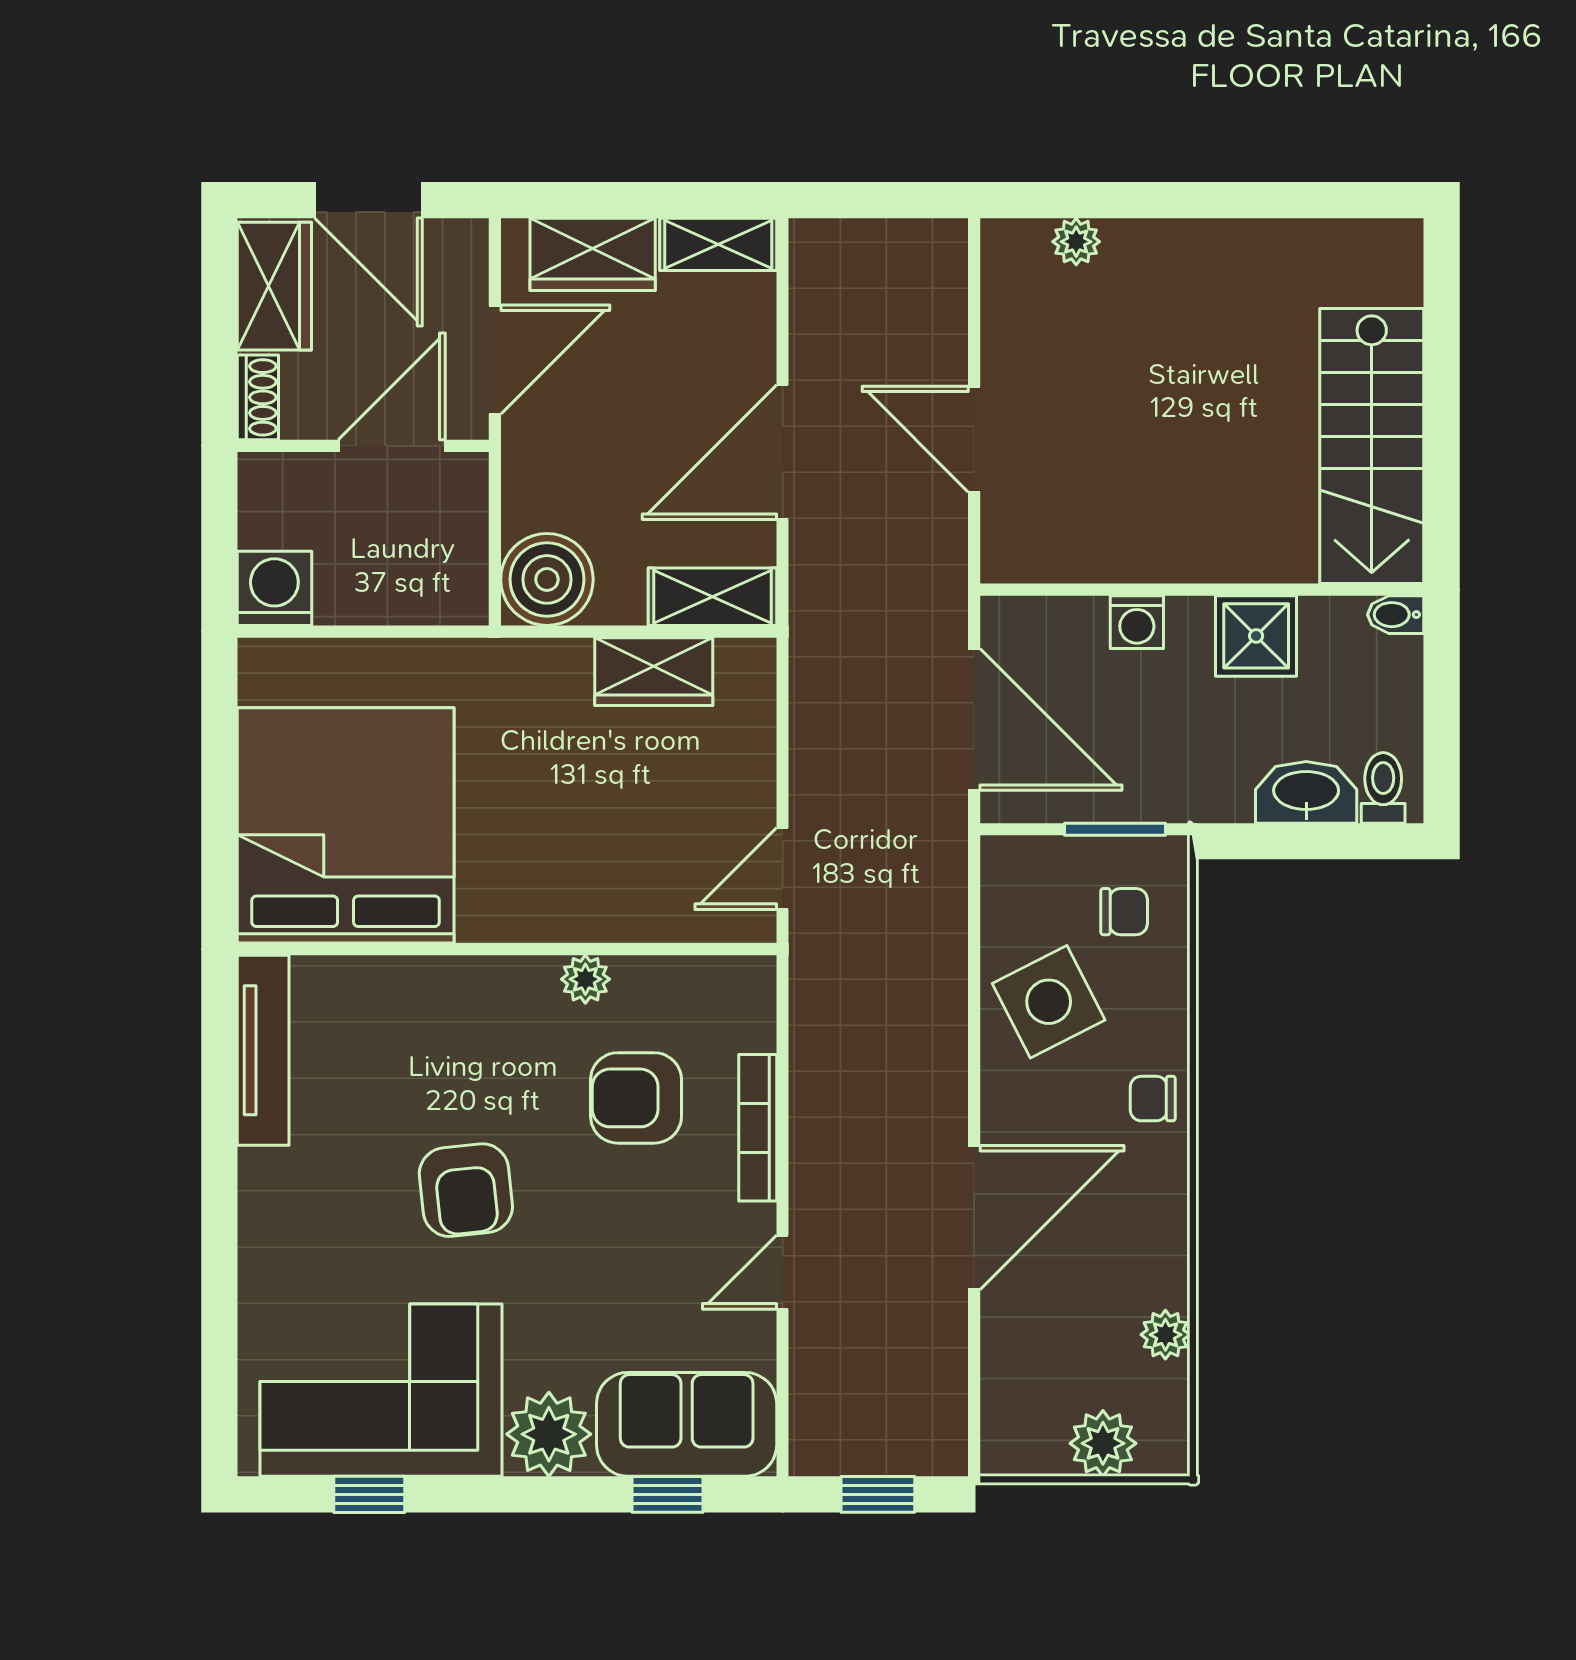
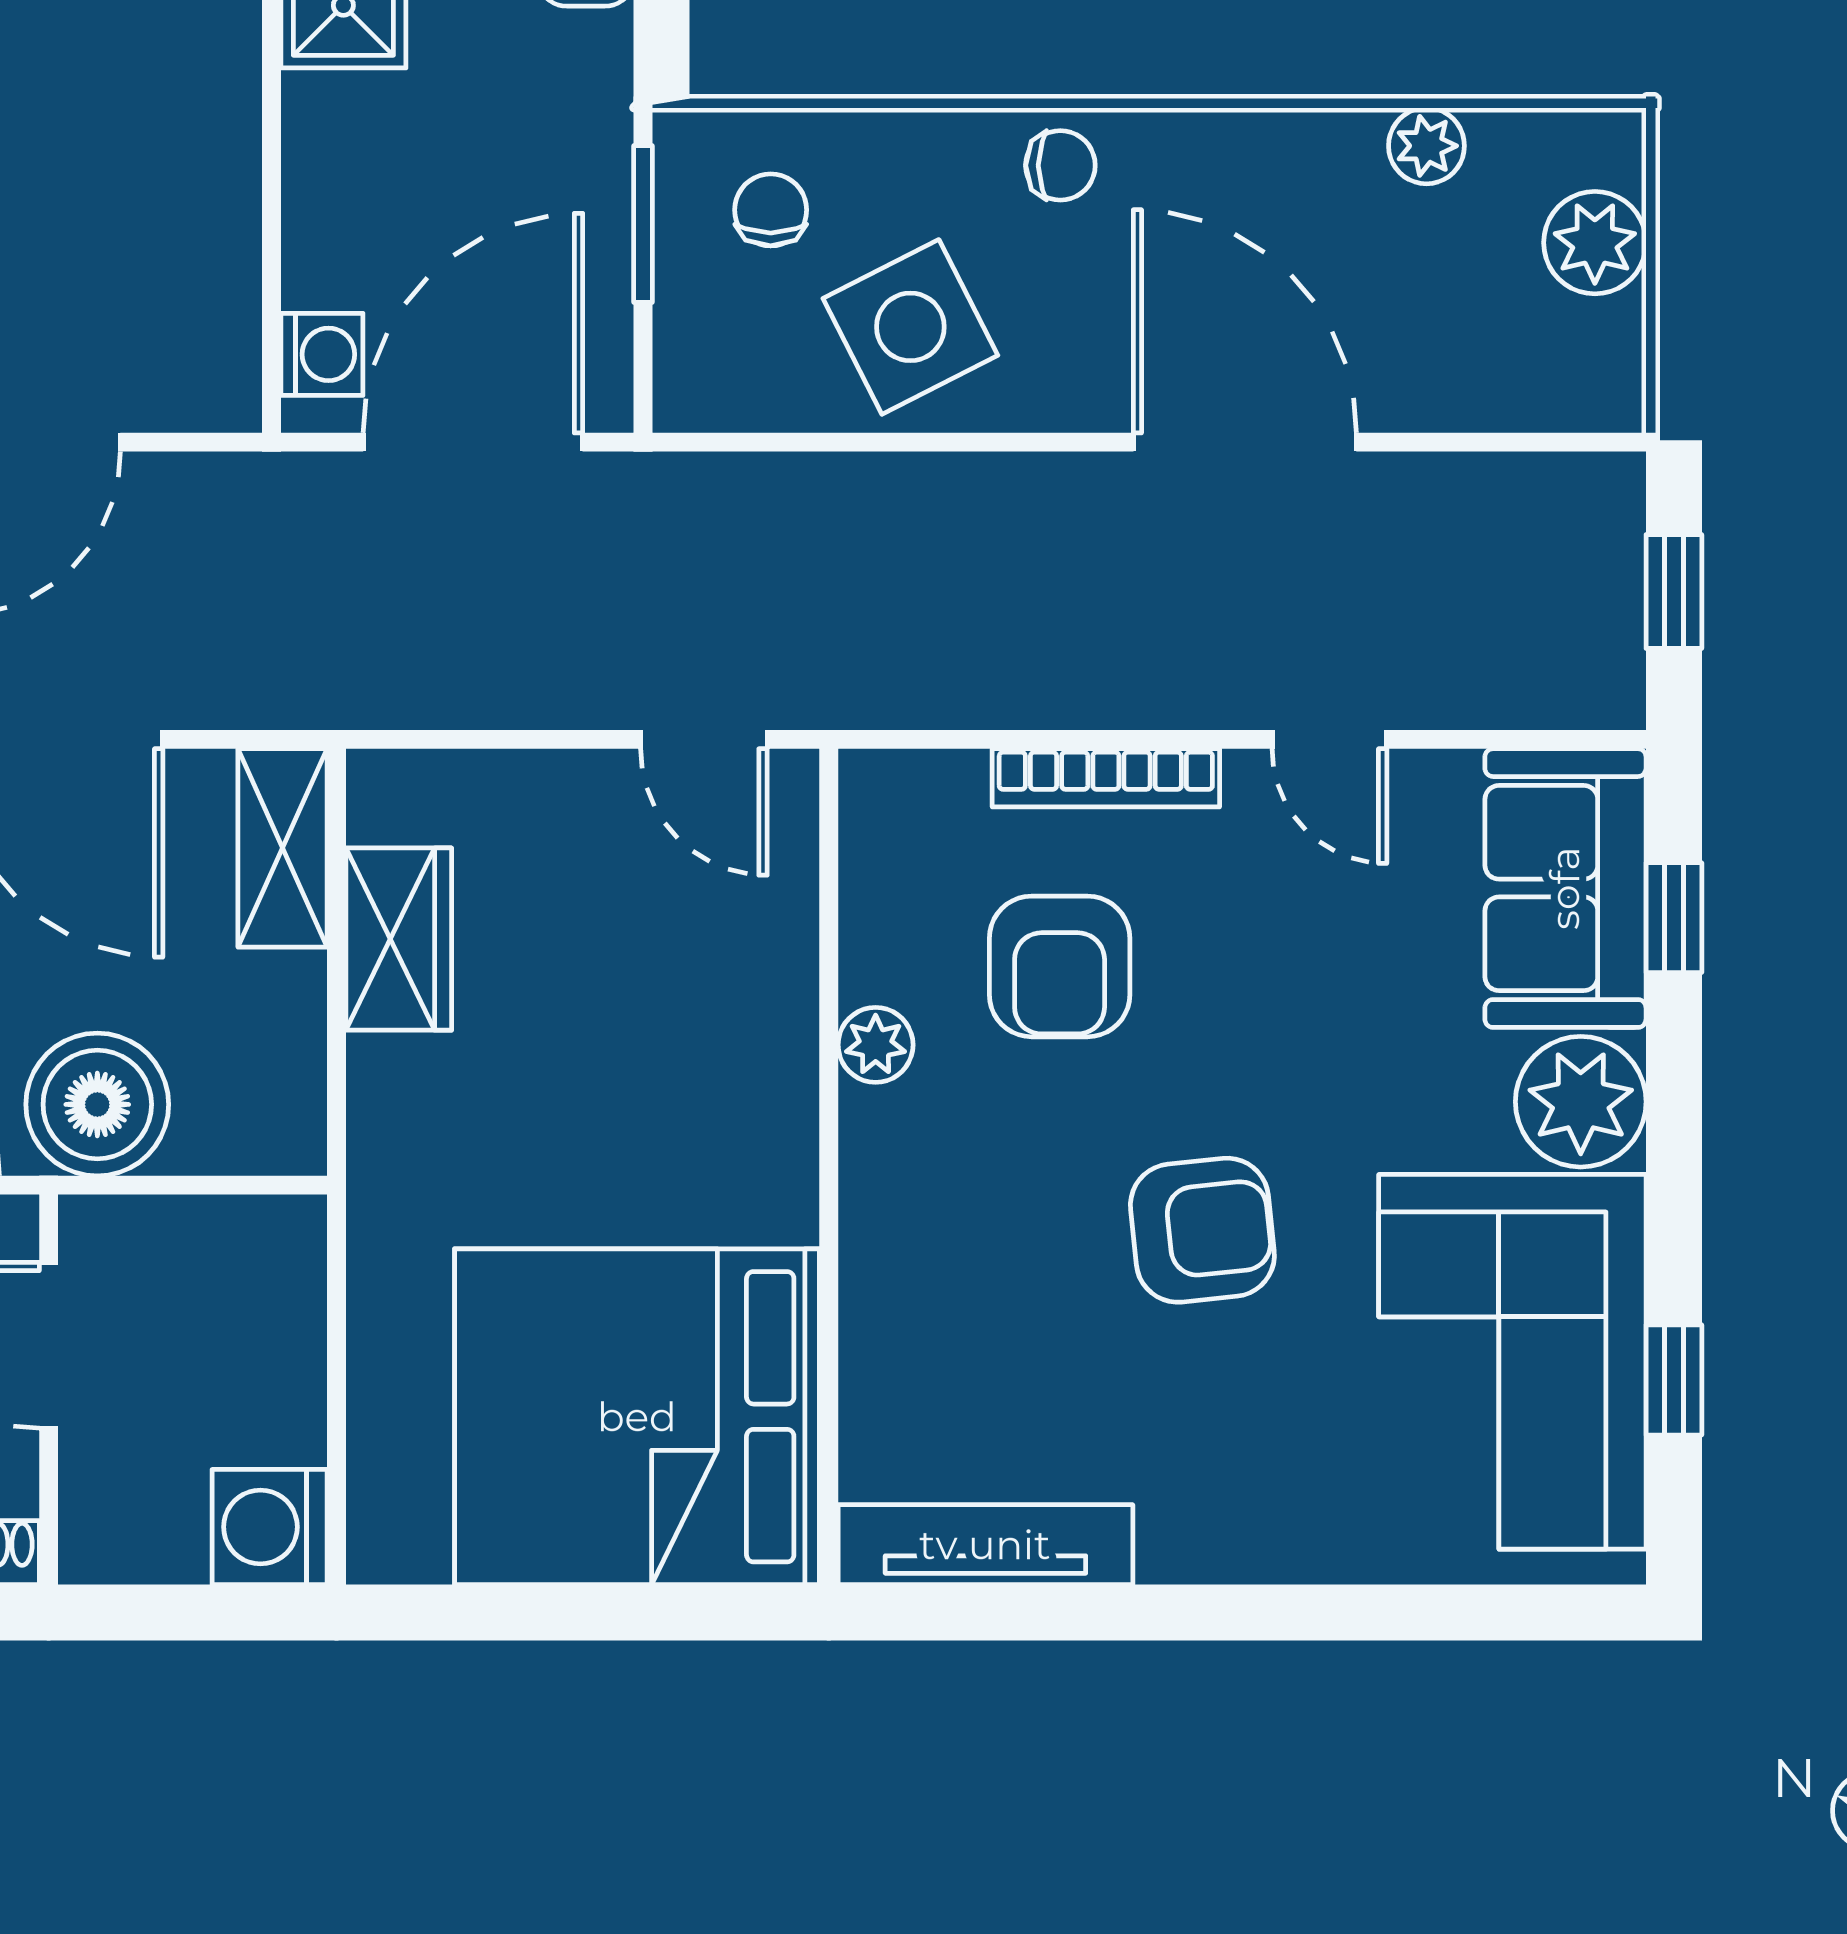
boiler: (547, 579) -> (97, 1104), moved
washing machine: (1137, 622) -> (322, 354), moved
chair: (1153, 1099) -> (1060, 165), turned -90

